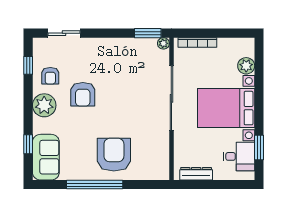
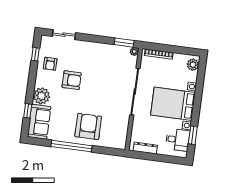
plant: (246, 66) -> (193, 65), moved
armchair: (83, 94) -> (72, 80), turned -90
plant: (44, 105) -> (41, 96), moved

